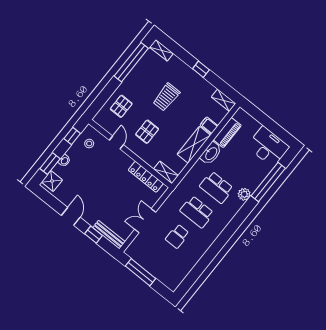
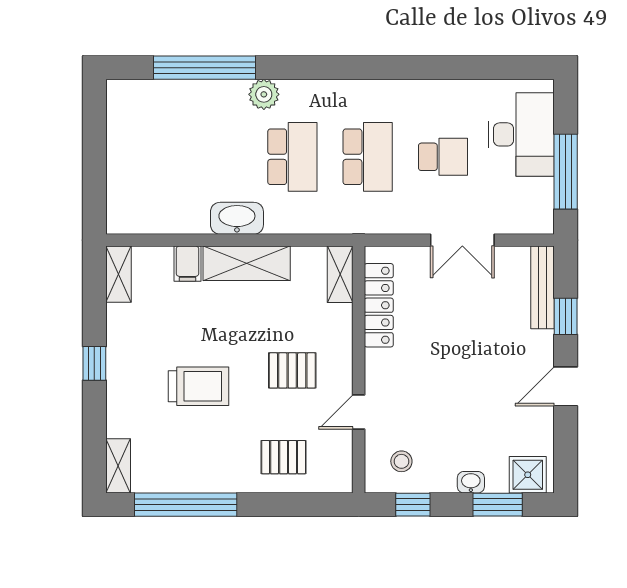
piano: (227, 133) -> (173, 219), removed
desk: (268, 147) -> (521, 134), moved, turned 180

